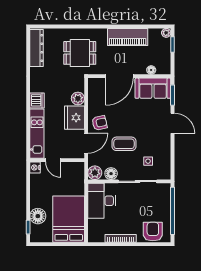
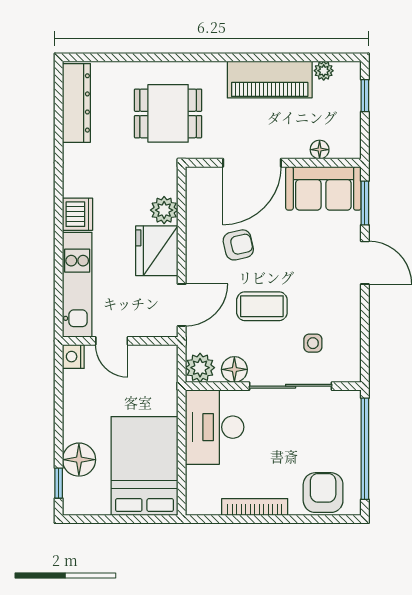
plant: (166, 33) -> (324, 71), moved
armchair: (99, 123) -> (238, 245), moved

